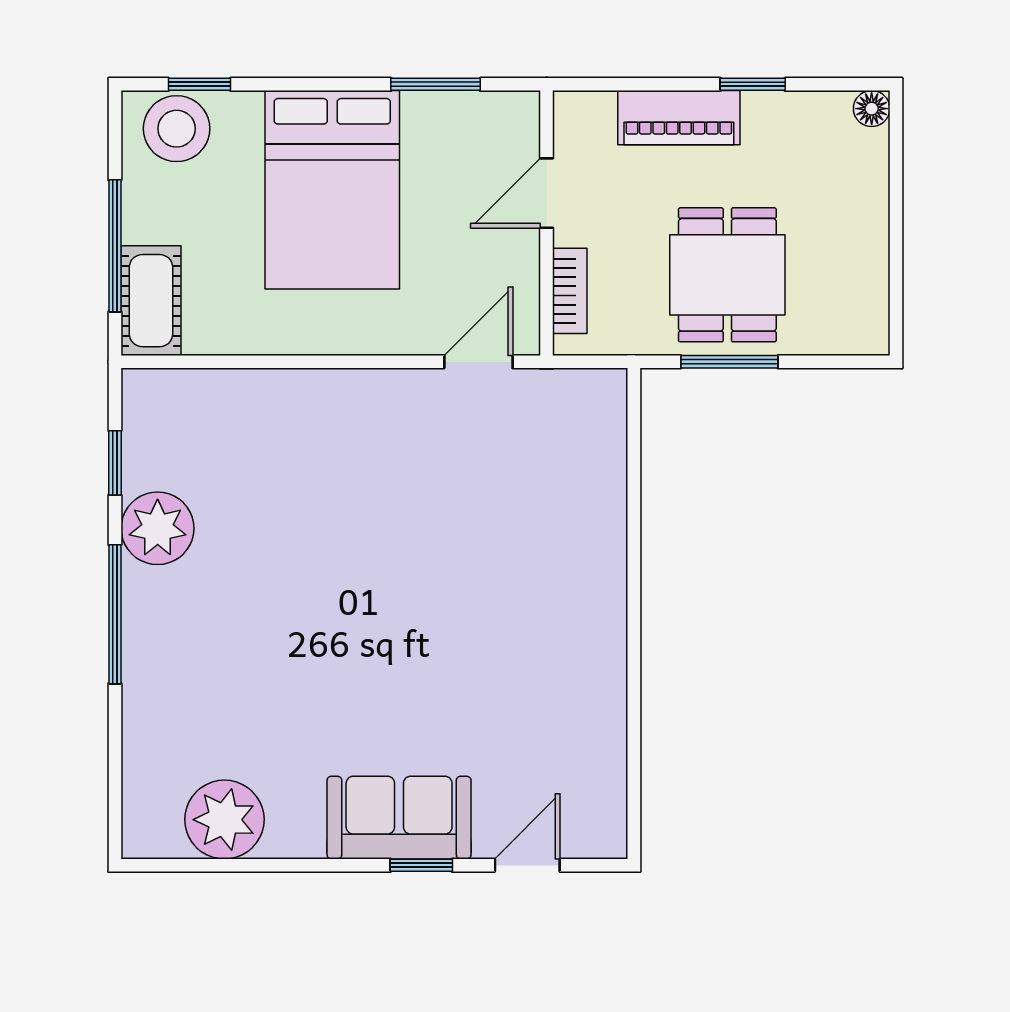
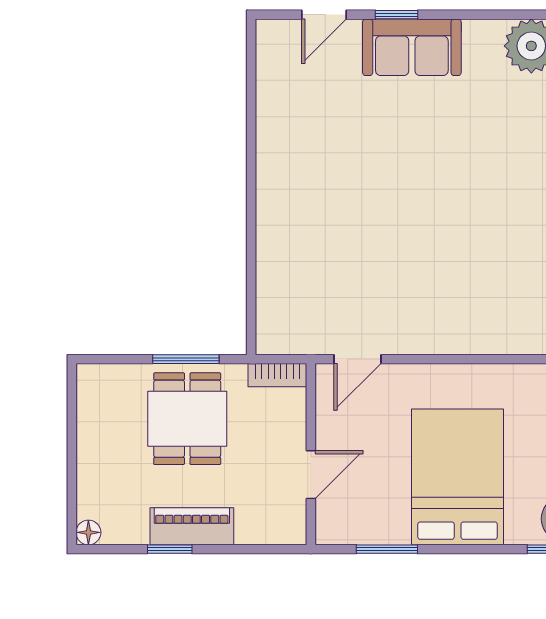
piano: (679, 118) -> (192, 526), moved
bookcase: (570, 291) -> (277, 375), moved, turned -90

